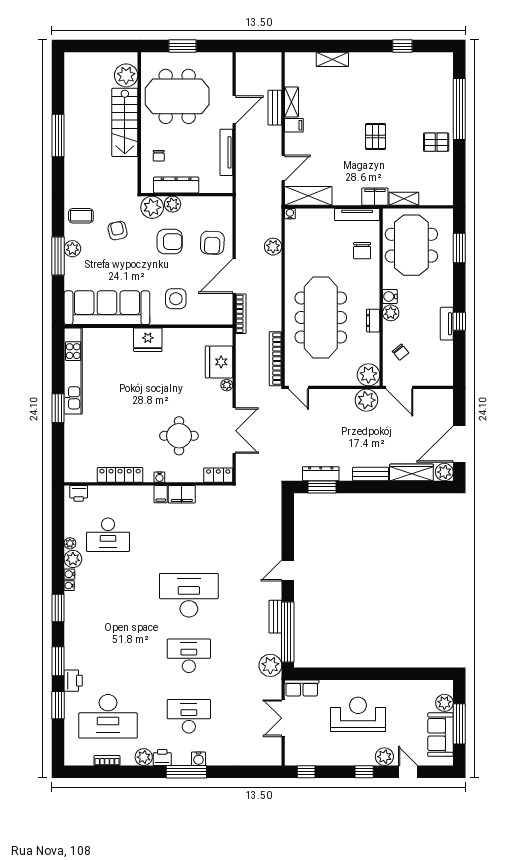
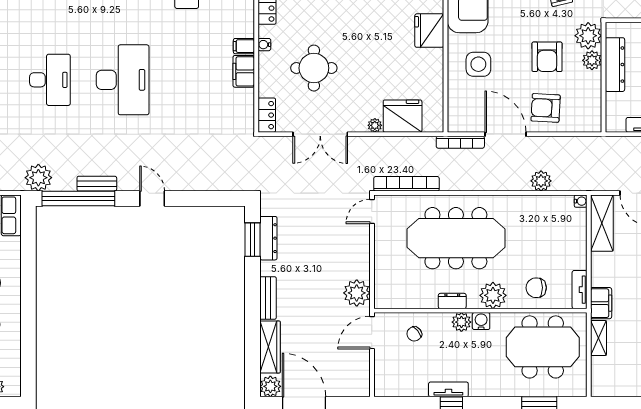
tv unit: (357, 214) -> (580, 290), width x0.71
plant: (368, 375) -> (493, 295), moved

